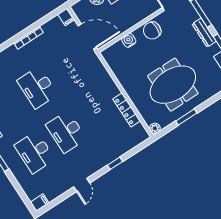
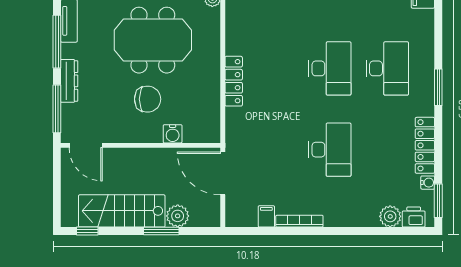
filing cabinet: (66, 17) -> (266, 216), moved
chair: (152, 31) -> (148, 99), moved
locker: (127, 110) -> (234, 81), moved

